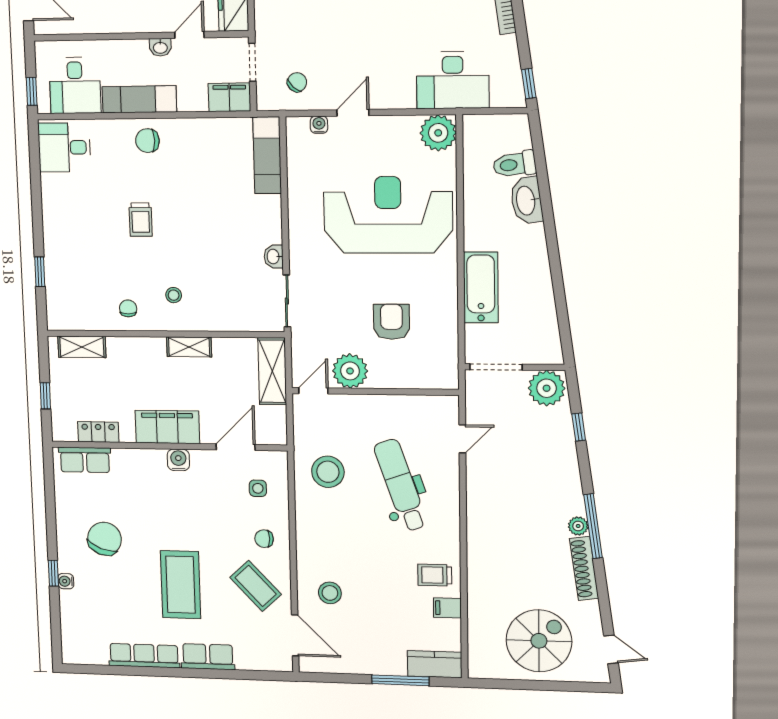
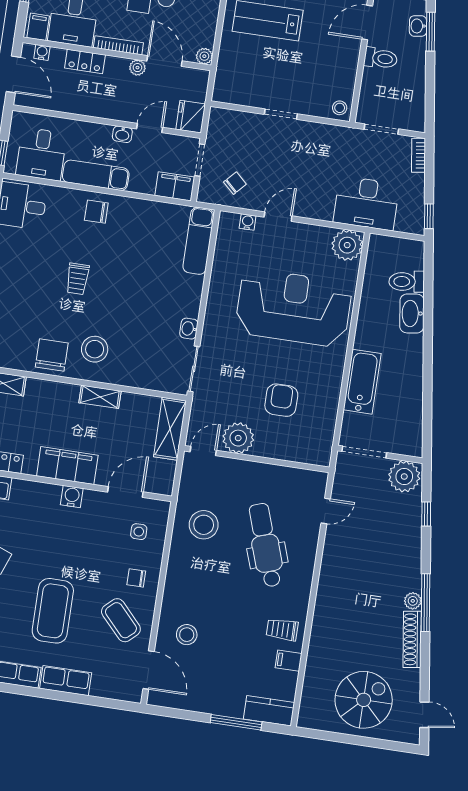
stool: (174, 295) -> (95, 349), width x1.89, depth x1.89
chair: (128, 308) -> (52, 355), width x1.87, depth x1.87

